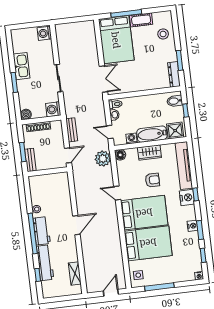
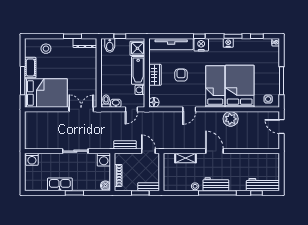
plant: (103, 159) -> (231, 119), moved
bed: (144, 213) -> (215, 86), width x0.67
workbench: (45, 263) -> (263, 185), moved
shelving: (75, 274) -> (186, 158), moved

